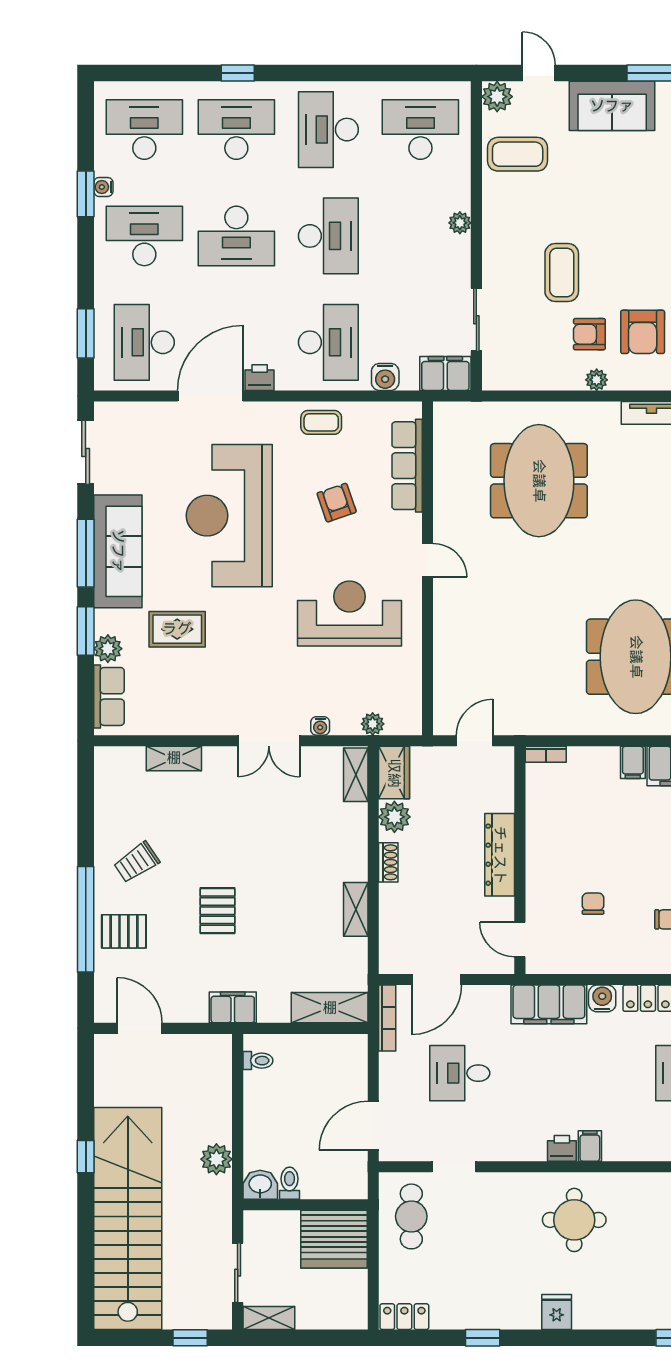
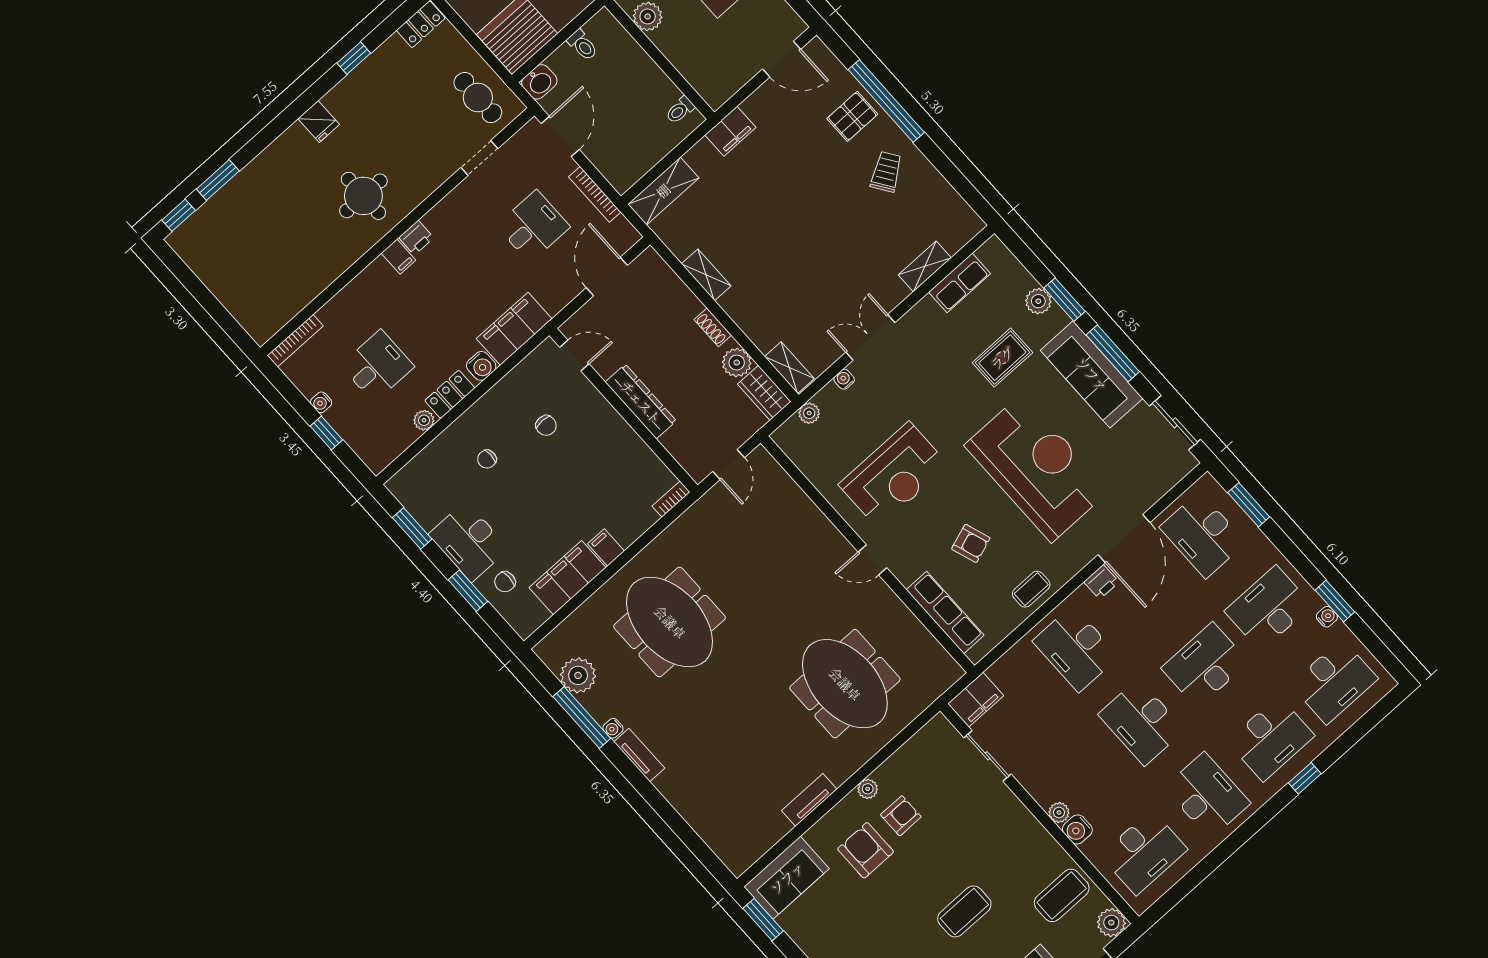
desk: (144, 236) -> (1268, 608), turned 180
coffee table: (562, 273) -> (964, 911), moved, turned 90
desk: (144, 342) -> (1203, 535), turned 180
water cooler: (385, 377) -> (1077, 829), moved, turned -90
row of seats: (109, 696) -> (960, 283), moved, turned -90
pallet: (217, 911) -> (801, 188), removed
bookcase: (387, 1018) -> (595, 194), moved
washbasin: (260, 1185) -> (539, 82), moved

